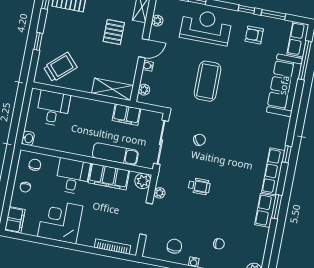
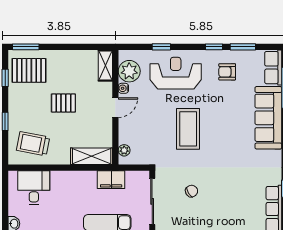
plant: (157, 21) -> (129, 71), width x1.87, depth x1.87
pallet: (114, 32) -> (63, 103), moved, turned 90
water cooler: (148, 66) -> (123, 88), moved
trolley: (60, 67) -> (33, 144), turned -127

